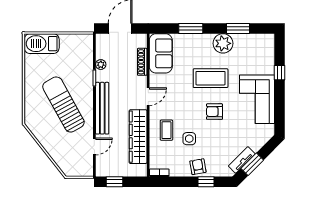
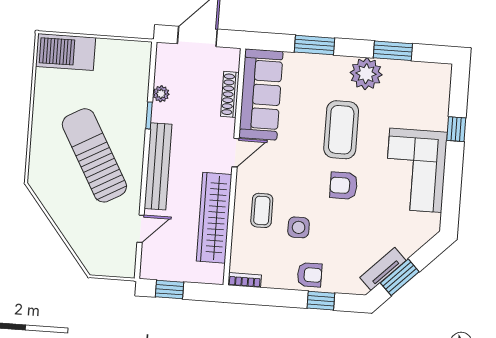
sofa: (161, 53) -> (261, 94), width x1.36
coffee table: (211, 78) -> (341, 130), turned 90
armchair: (198, 167) -> (310, 275), turned 100

